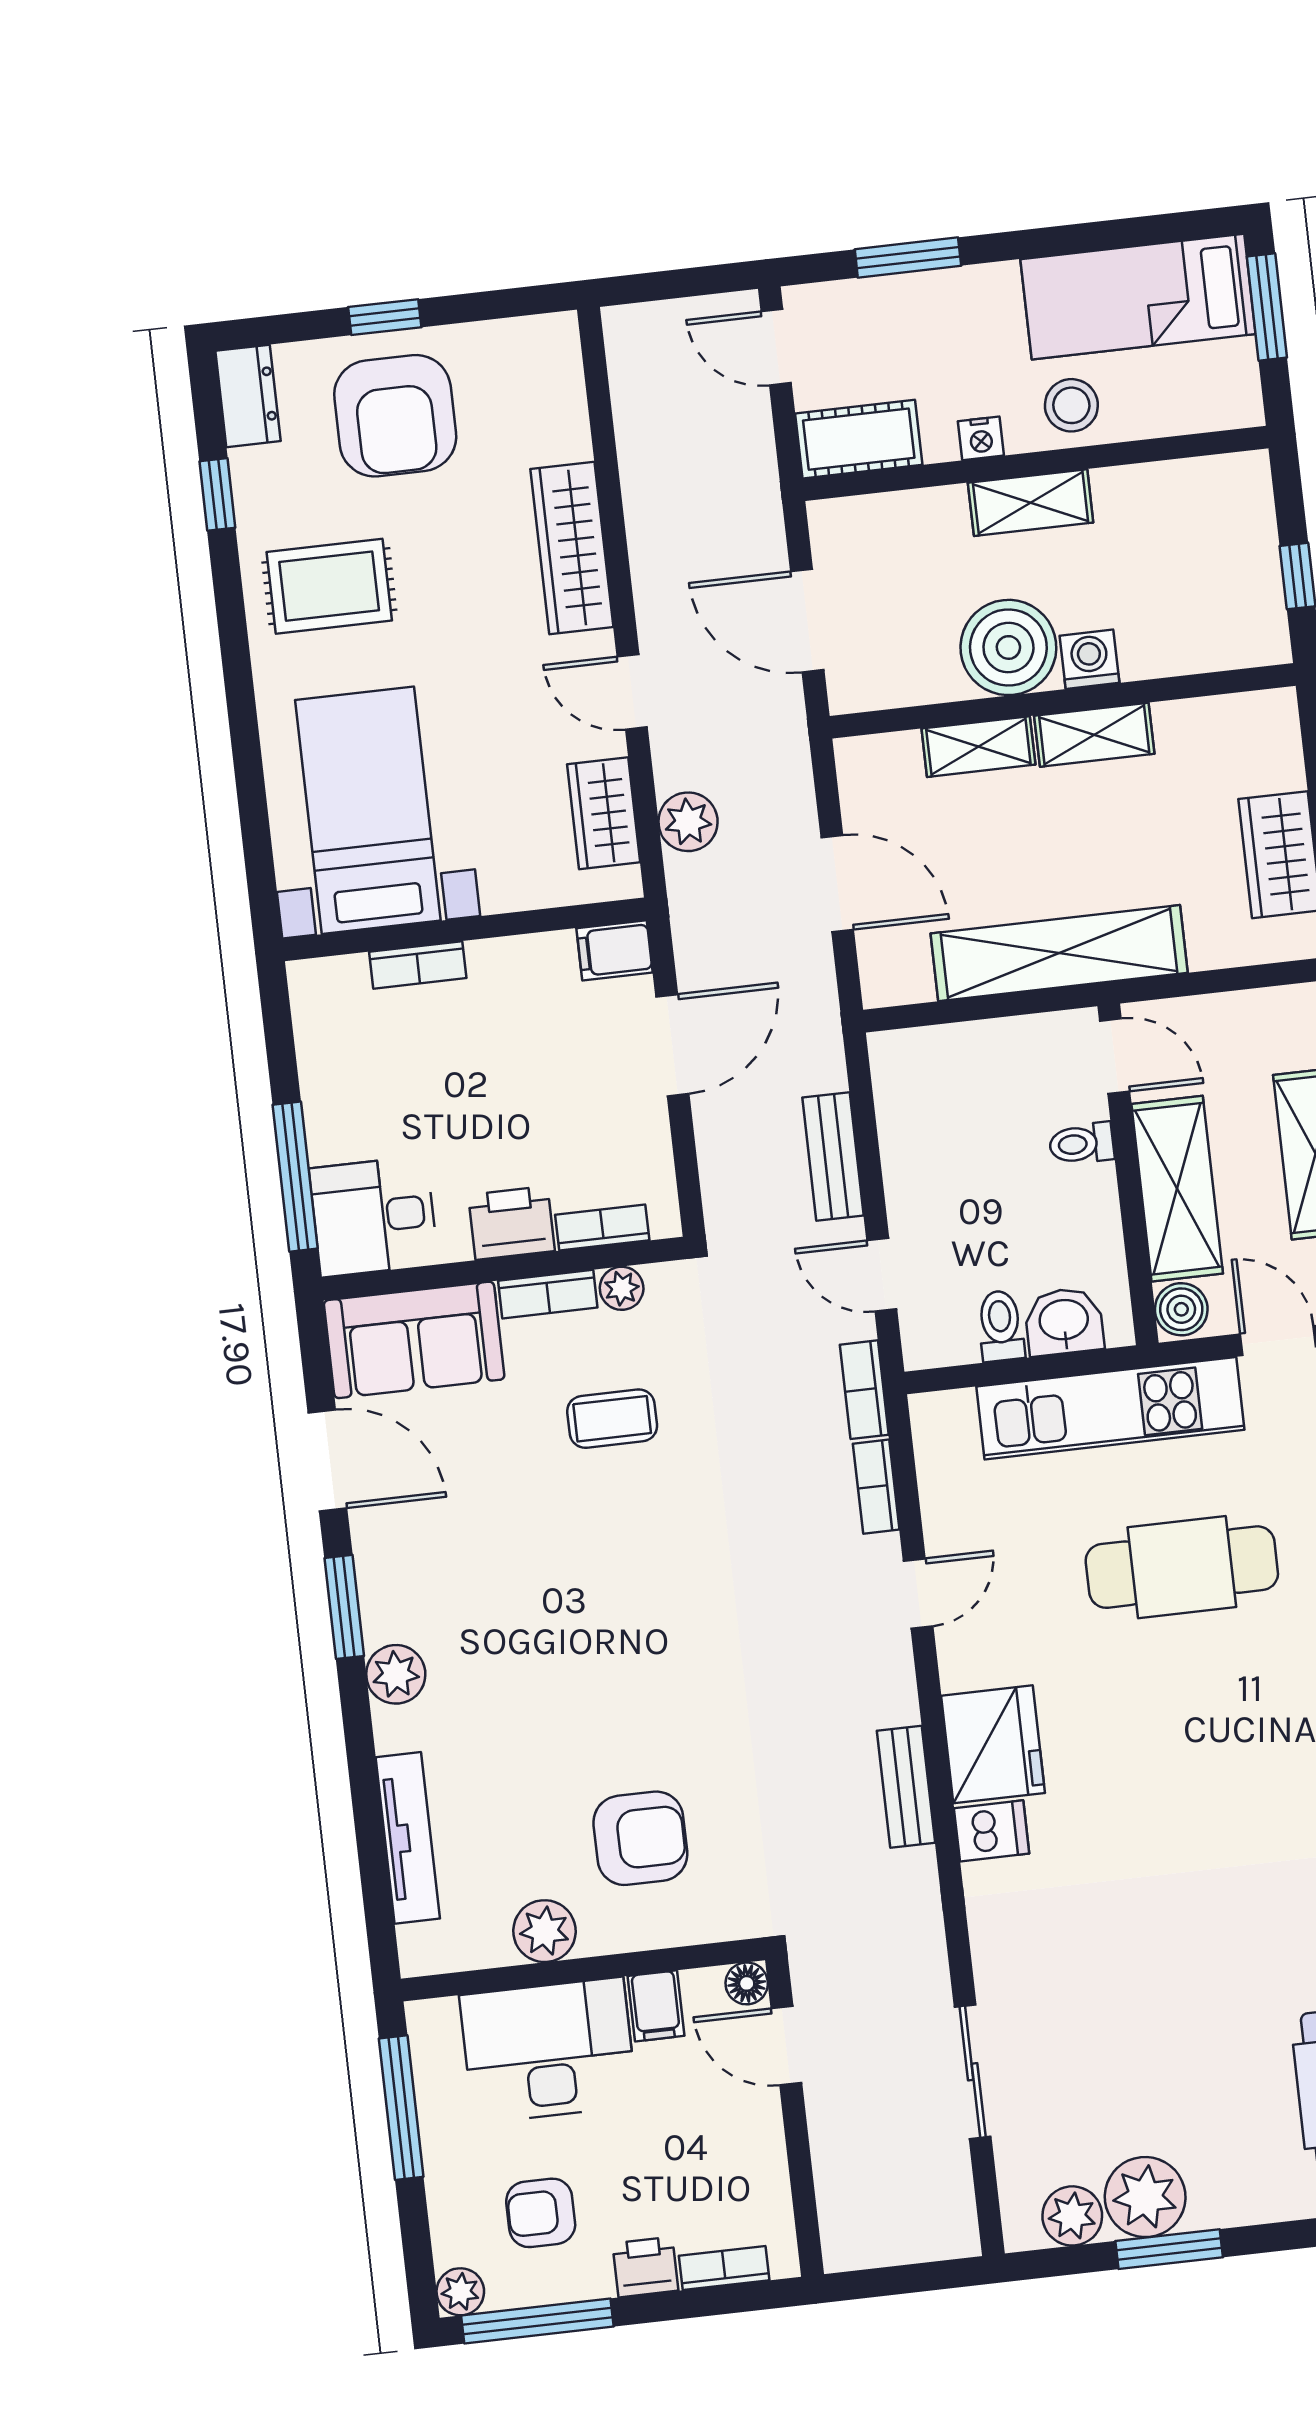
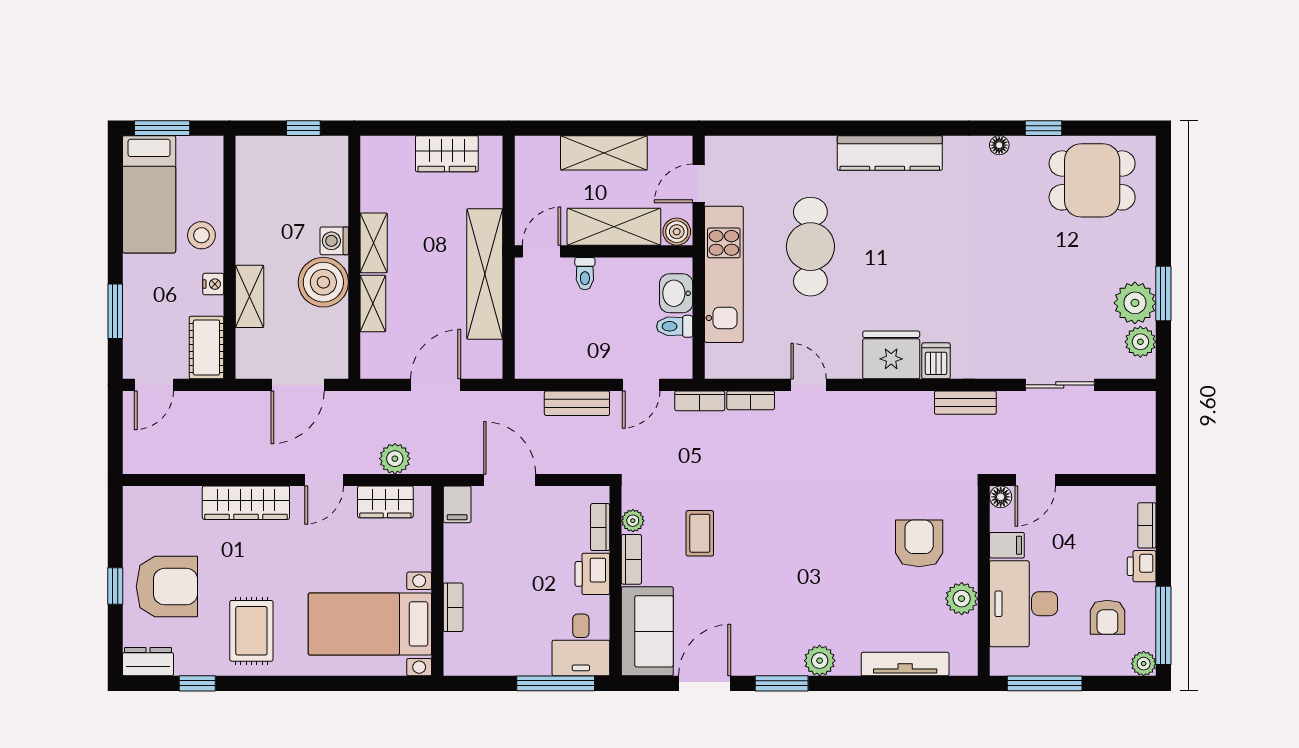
shelving: (1031, 503) -> (250, 296), moved
bench: (906, 1787) -> (965, 403), moved

